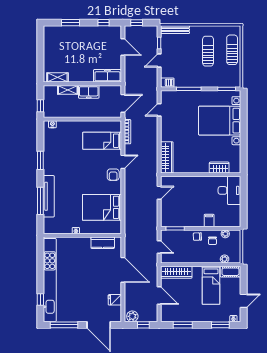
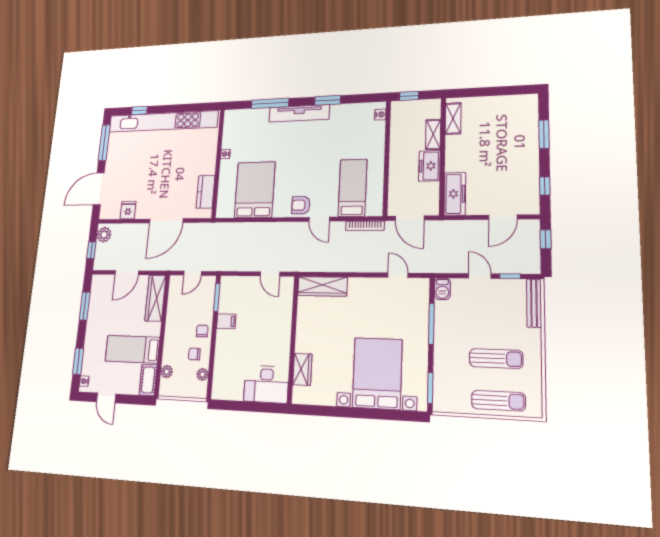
tv unit: (49, 196) -> (299, 113), moved
filing cabinet: (209, 220) -> (226, 321), moved

